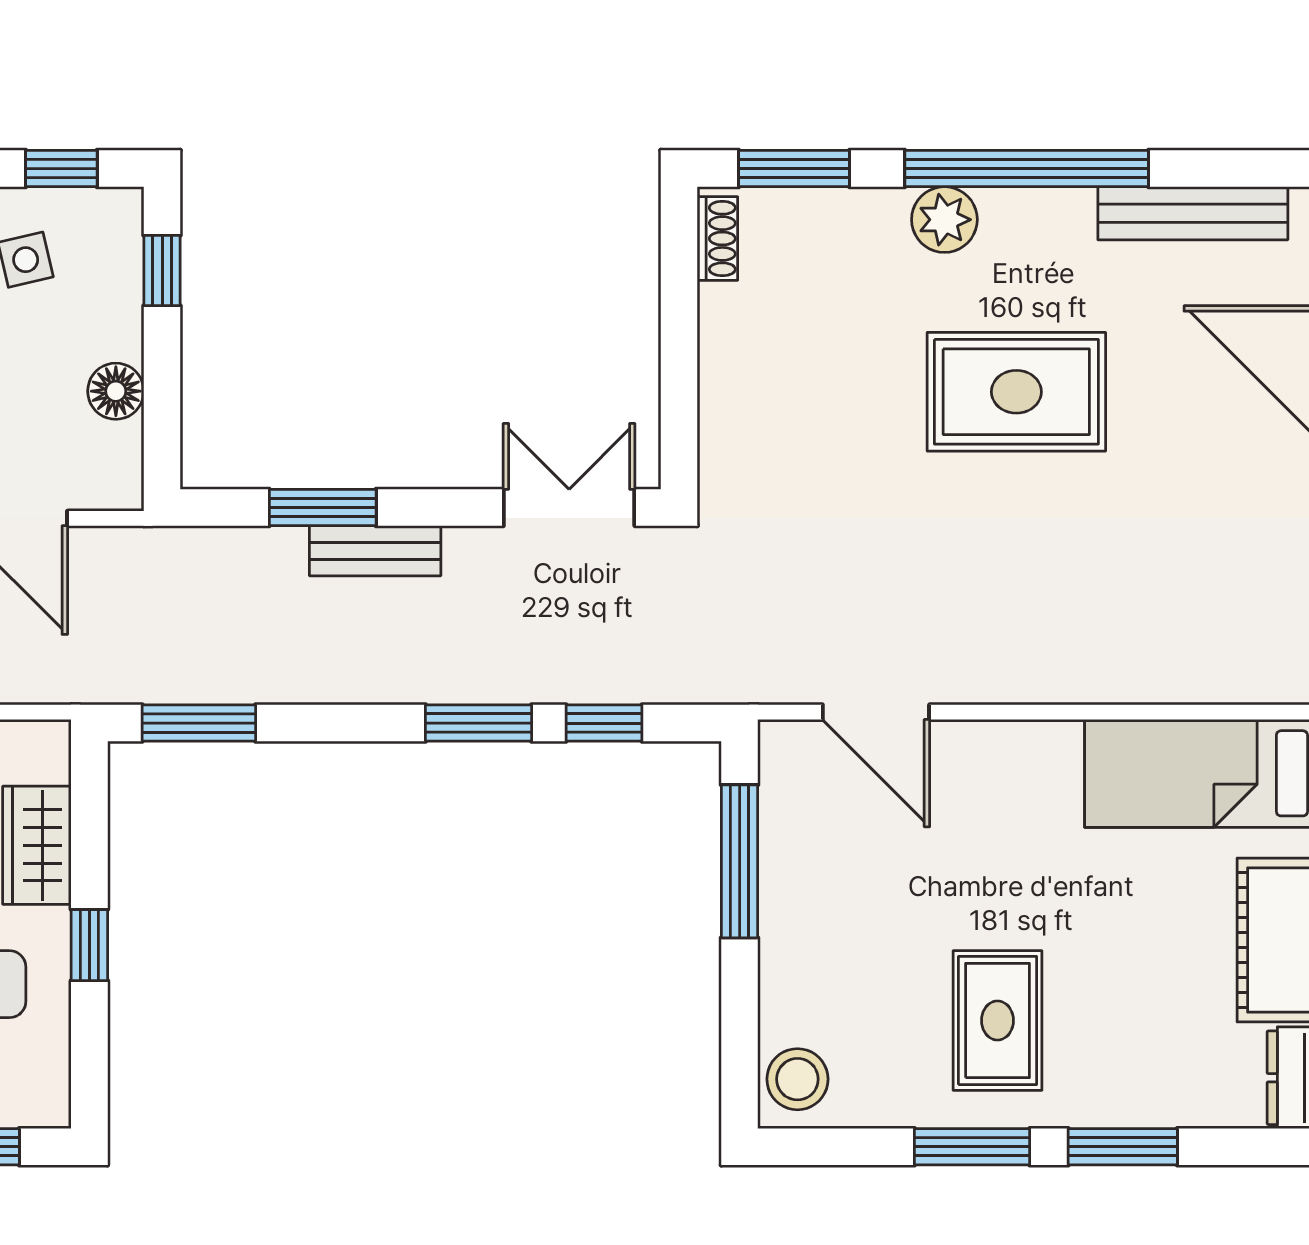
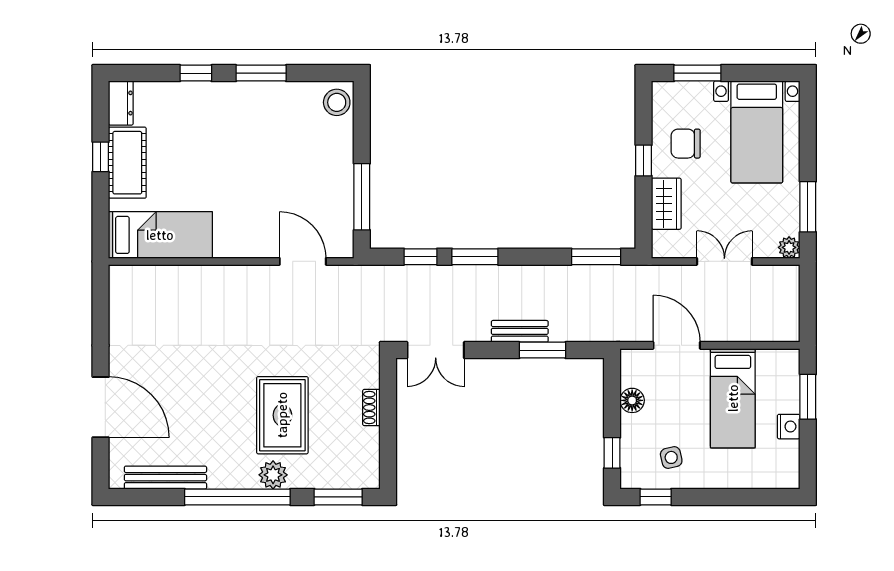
shoe rack: (717, 239) -> (371, 408), moved
rug: (1016, 392) -> (282, 415), moved, turned 90
rug: (997, 1021) -> (250, 128), removed
window: (1123, 1147) -> (196, 73), width x0.67

